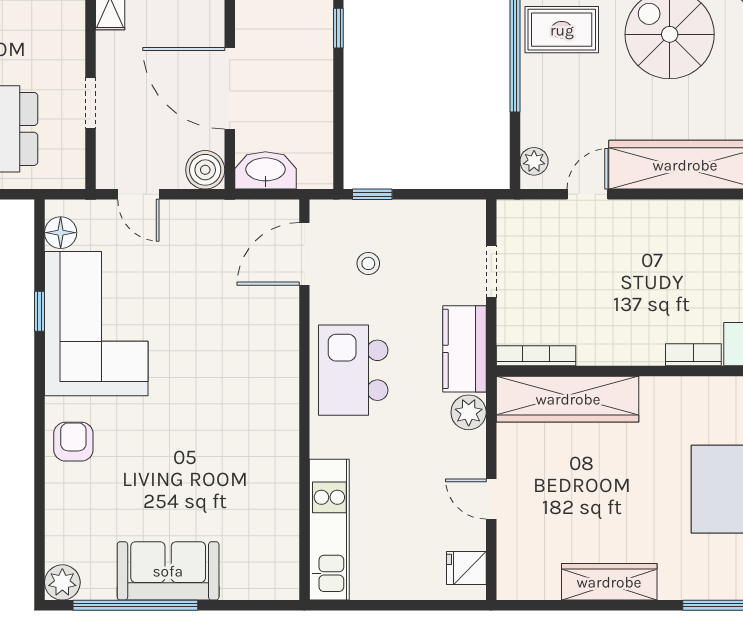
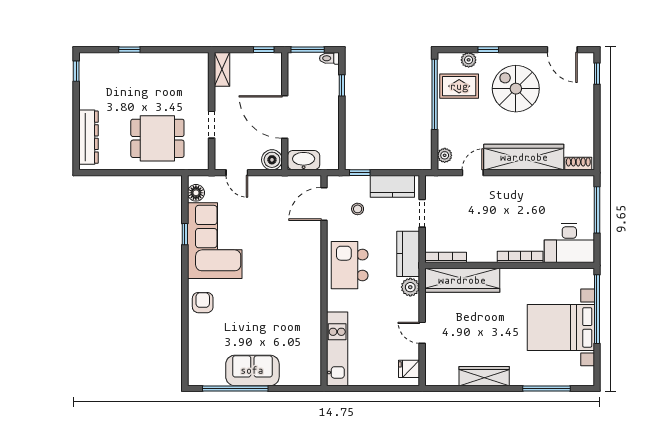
kitchen counter: (435, 220) -> (392, 186), added
bookcase: (693, 355) -> (520, 257), width x1.56
plant: (62, 582) -> (197, 377), removed

